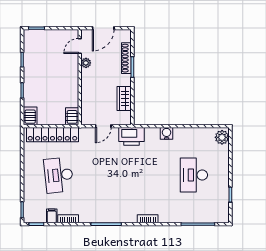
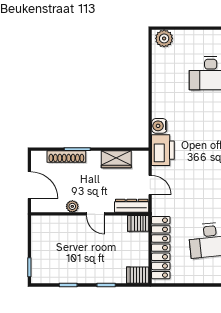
door: (80, 46) -> (96, 214), moved
dresser: (86, 111) -> (132, 206), added
water cooler: (167, 133) -> (159, 126), moved

